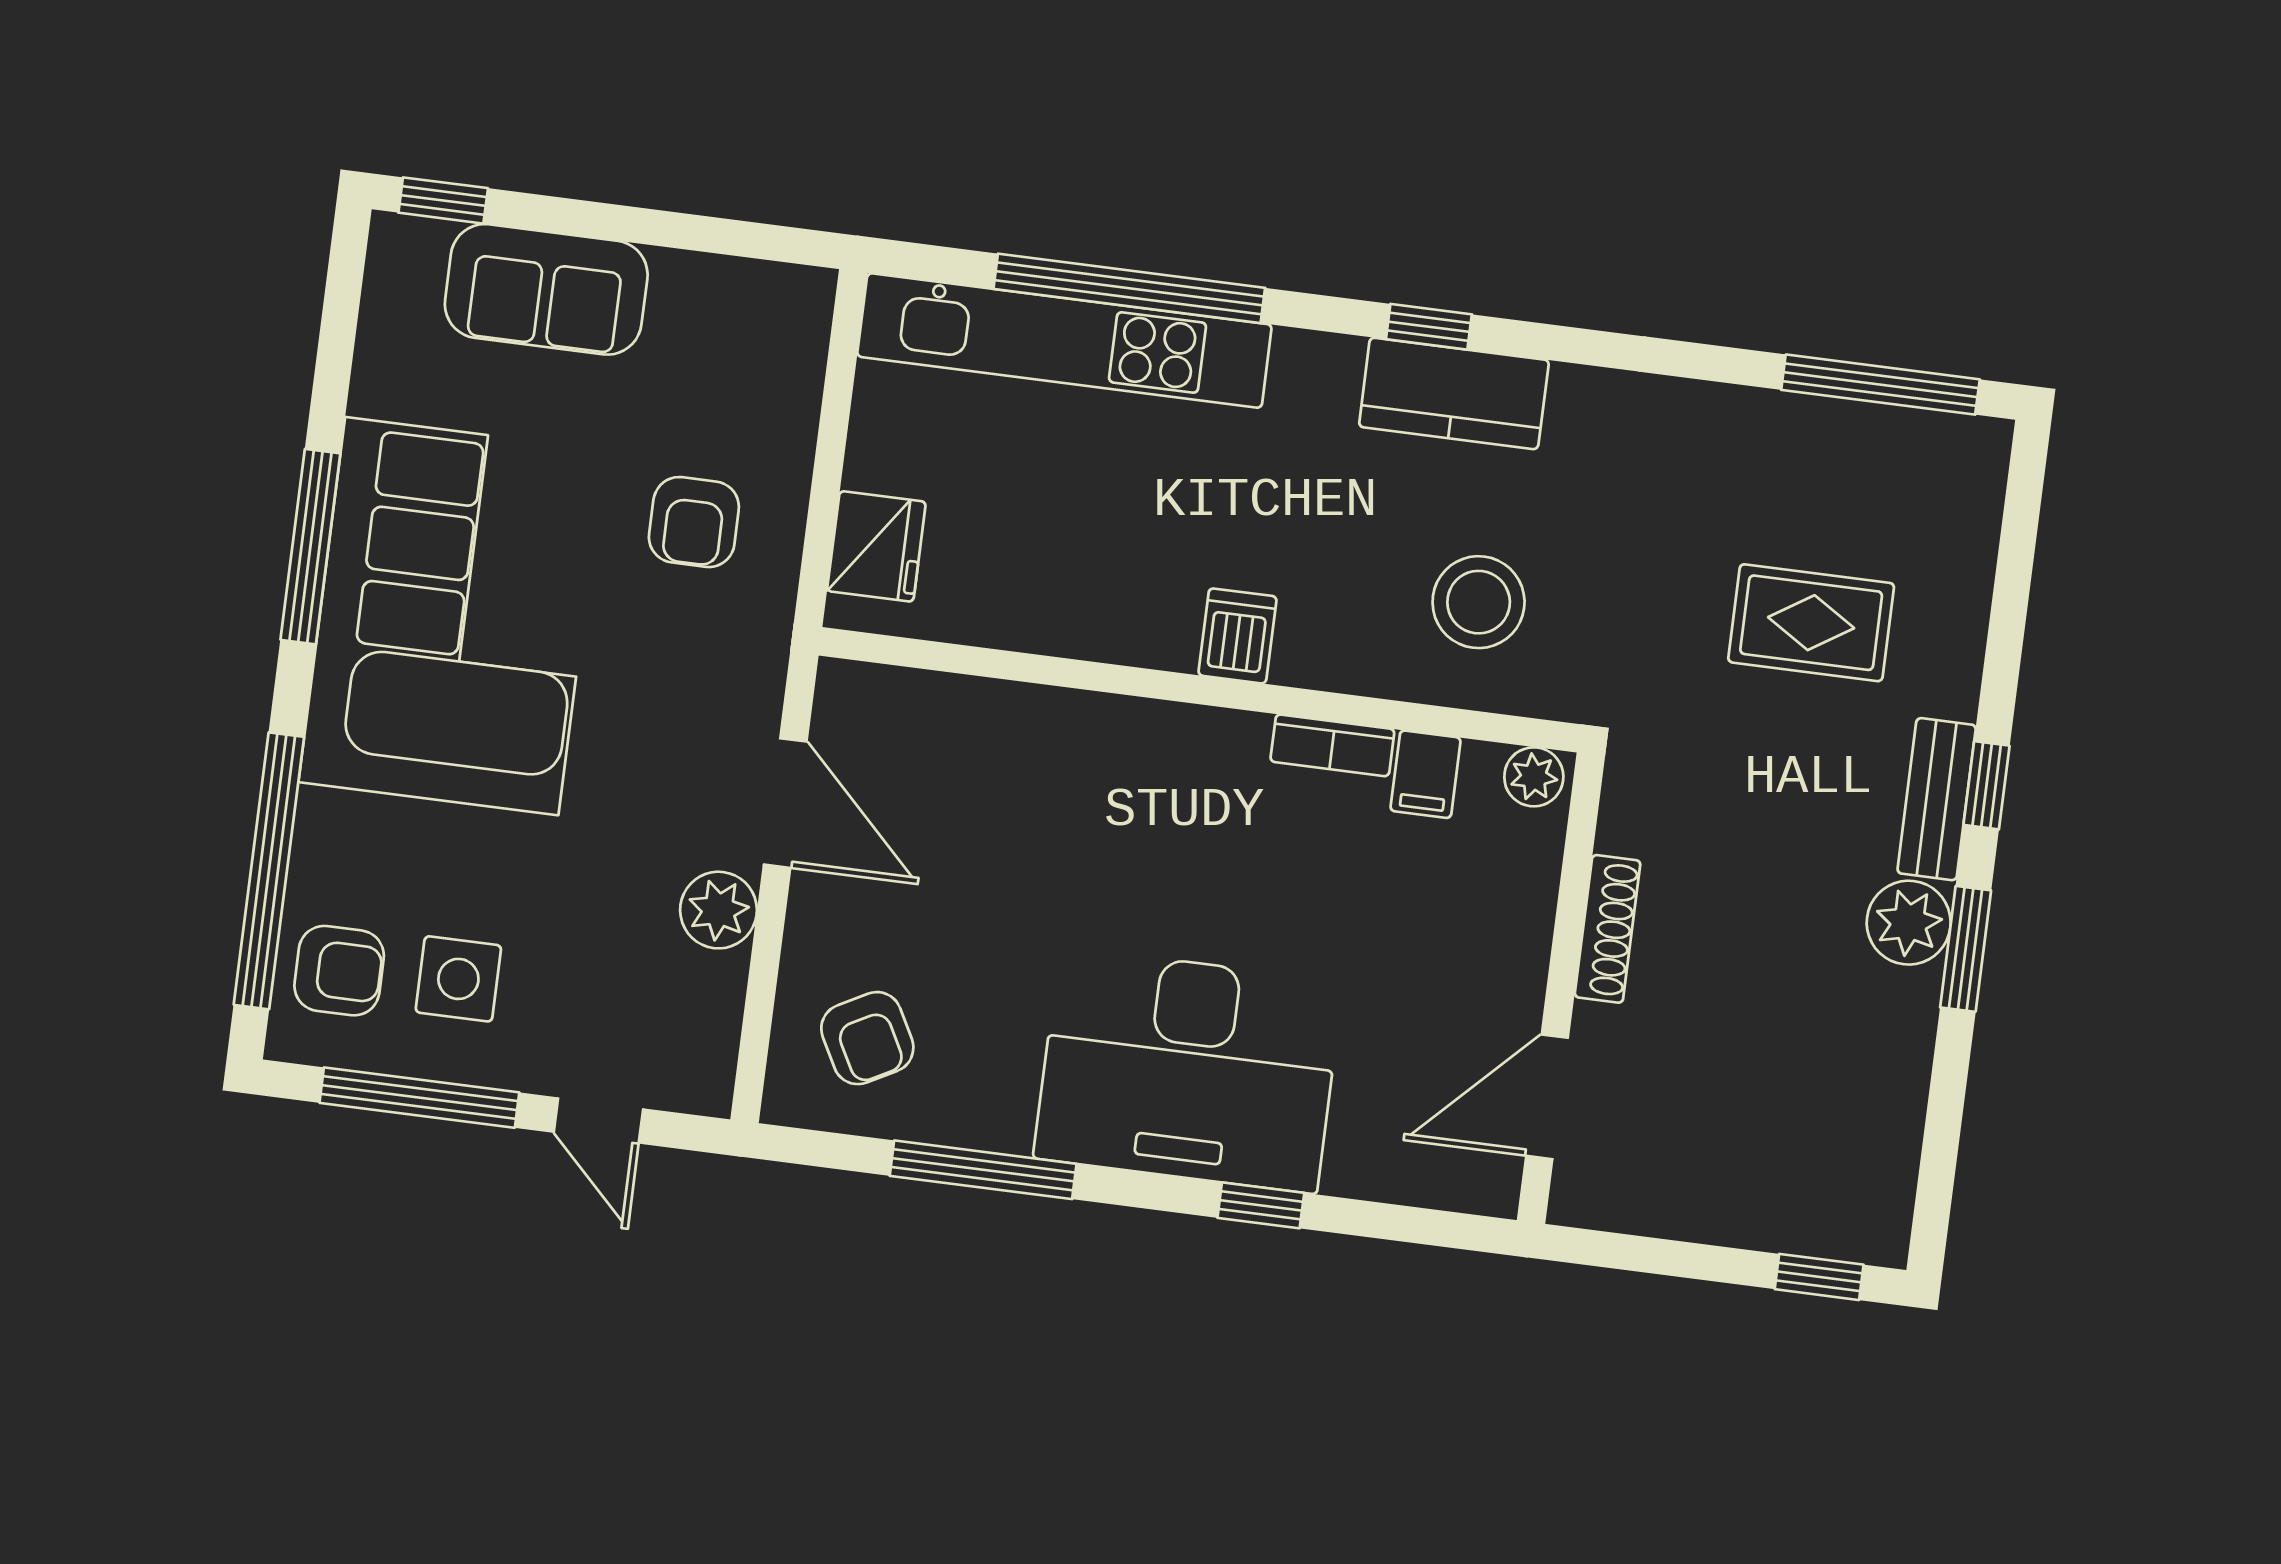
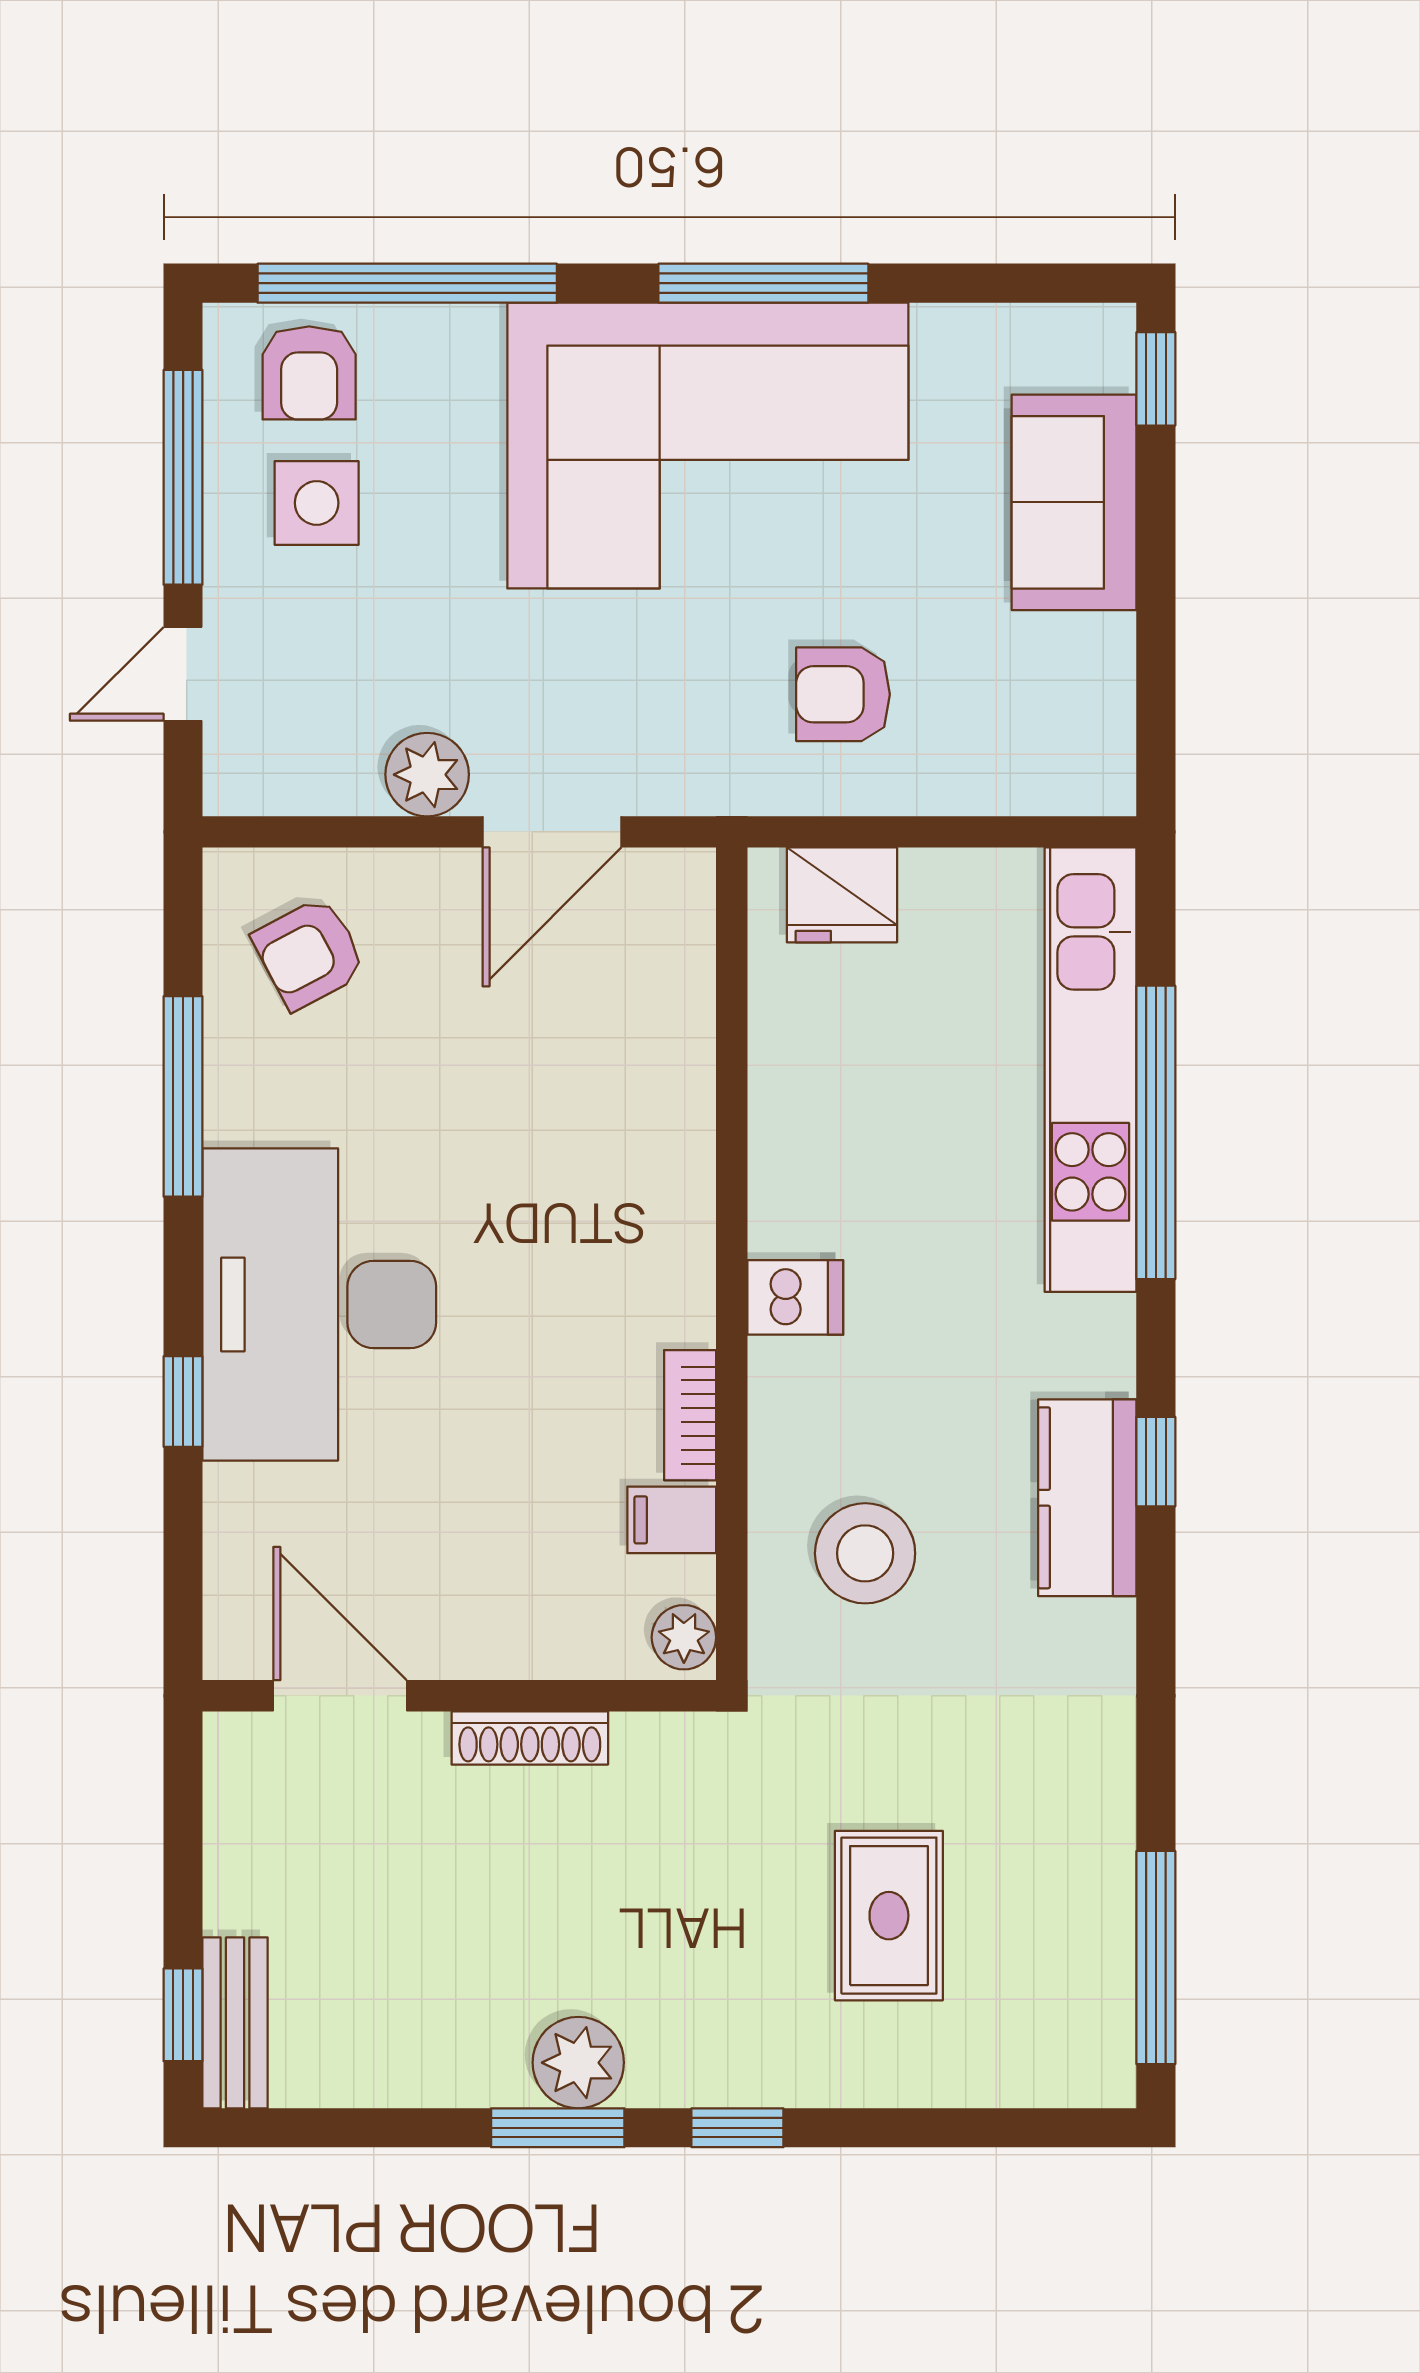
bench: (1937, 799) -> (235, 2023), moved, turned 90

